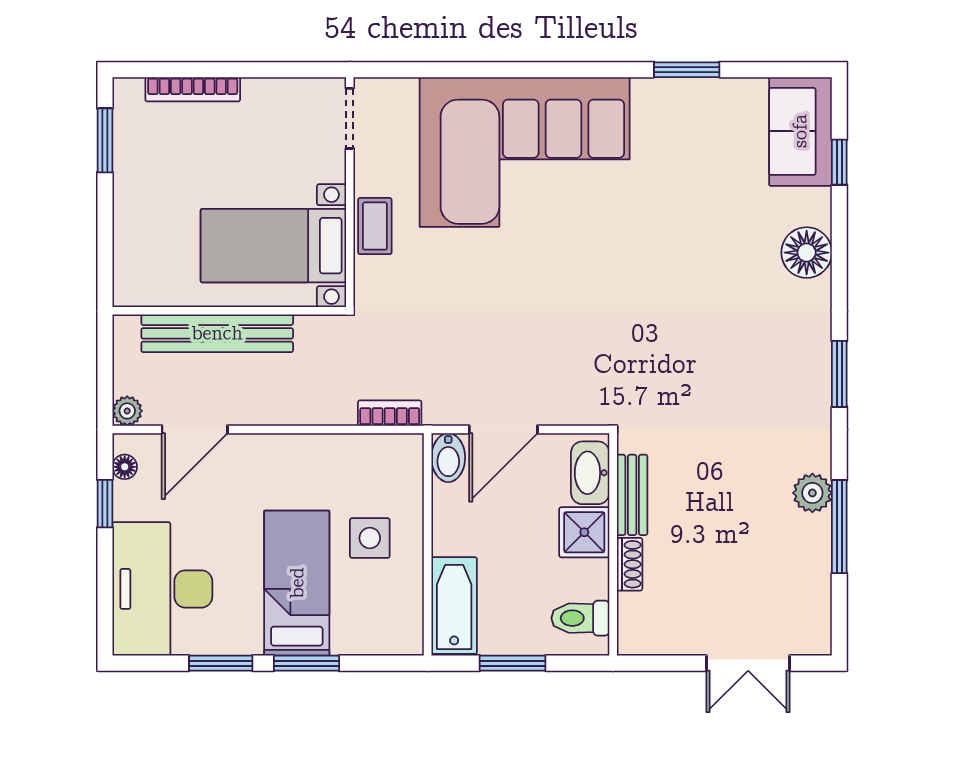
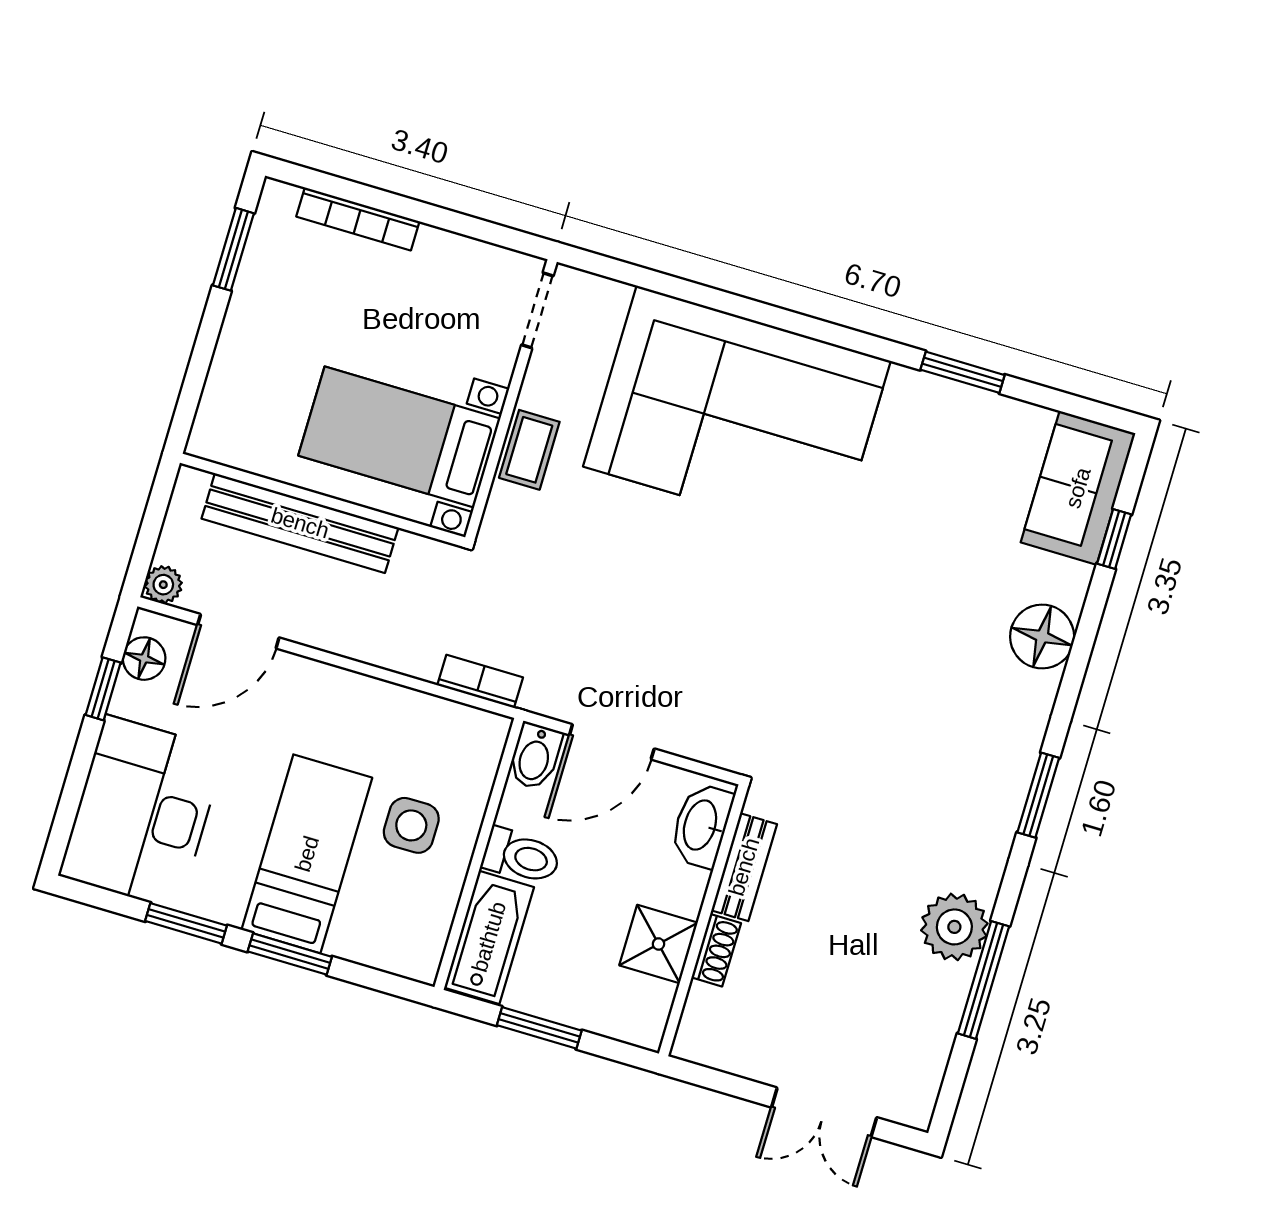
floor lamp: (125, 467) -> (144, 659), width x1.37, depth x1.37
plant: (812, 493) -> (954, 927), width x1.36, depth x1.36
shower: (584, 532) -> (658, 944), moved
toilet: (580, 618) -> (521, 856), moved, turned 180

